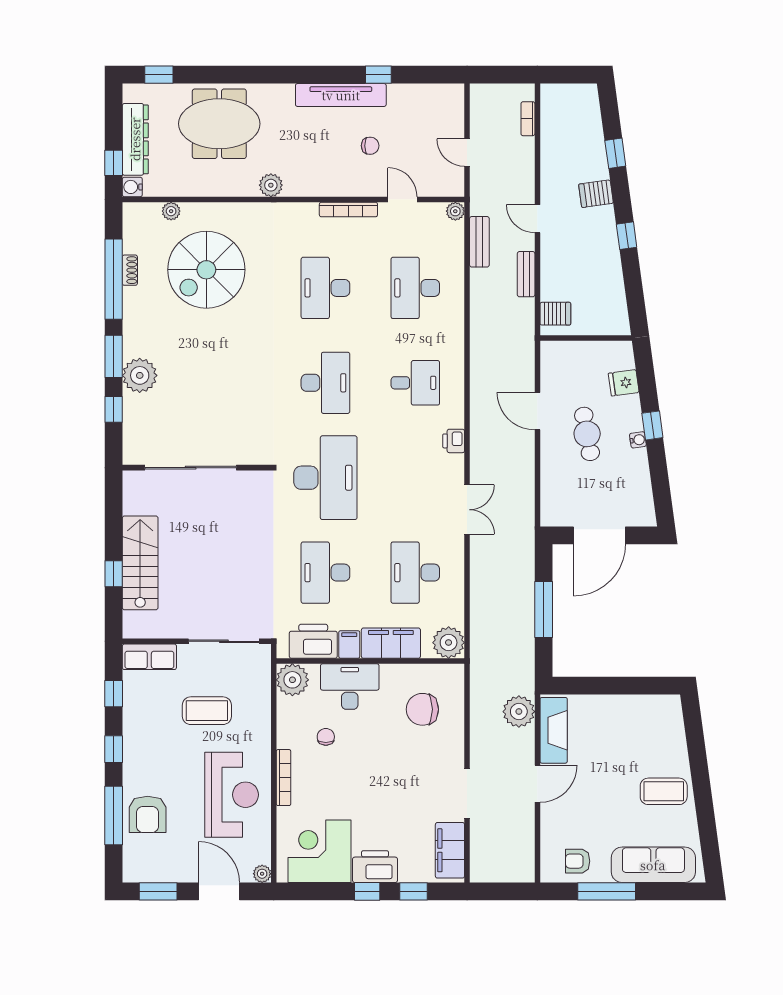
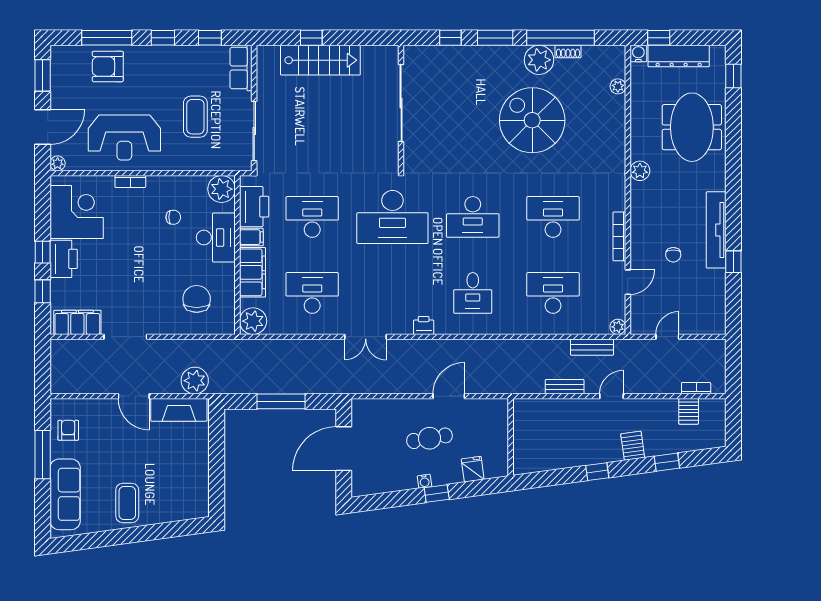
spiral stairs: (206, 270) -> (532, 120), moved
server rack: (555, 314) -> (689, 411), moved
plant: (140, 375) -> (539, 60), moved
door: (599, 535) -> (344, 449), hinge flipped
bookcase: (283, 778) -> (130, 181), width x0.64

